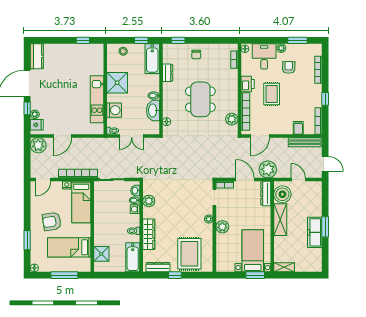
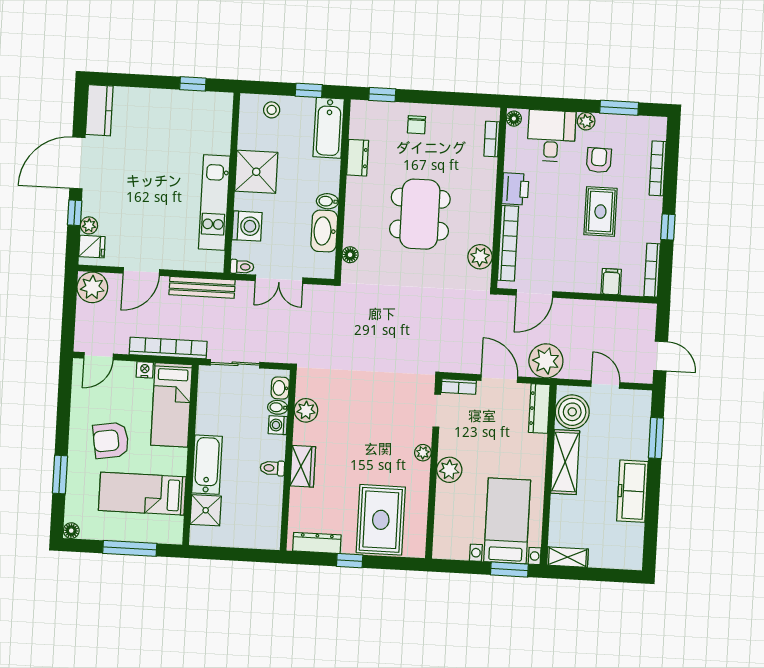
rug: (272, 94) -> (600, 212), moved
bench: (305, 142) -> (202, 287), moved
window: (325, 227) -> (656, 438), moved
wardrobe: (149, 234) -> (303, 466), width x0.67
bathtub: (133, 257) -> (207, 465), moved, turned 180

